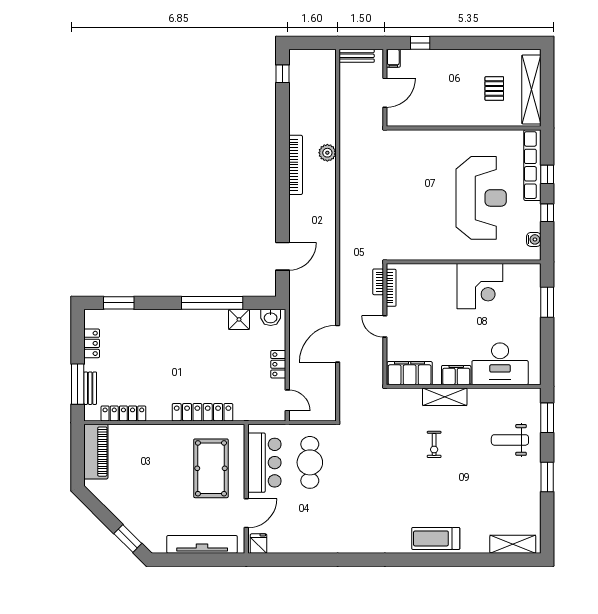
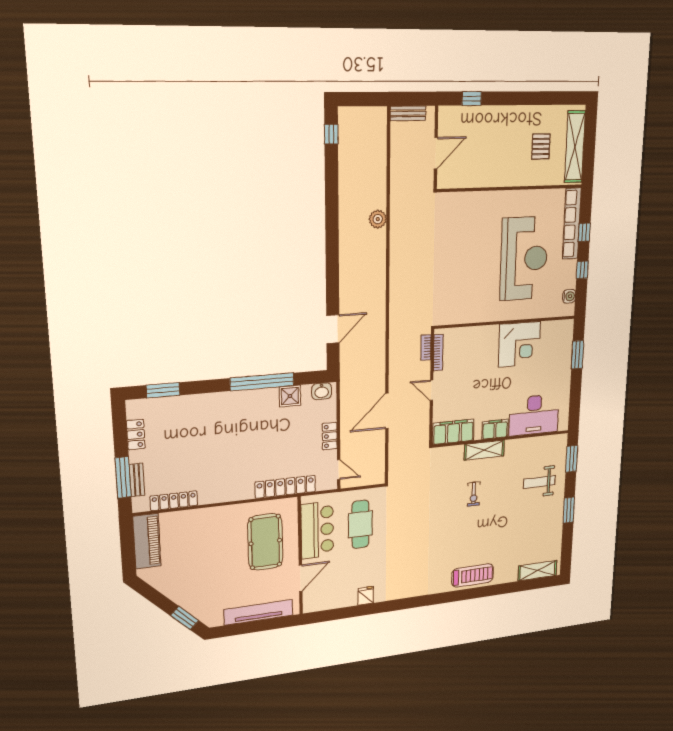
filing cabinet: (393, 58) -> (445, 116), removed
bookcase: (296, 165) -> (345, 233), removed
locker: (203, 412) -> (285, 487), moved
treadmill: (436, 538) -> (473, 575), turned 180
fridge: (258, 544) -> (366, 596), moved

